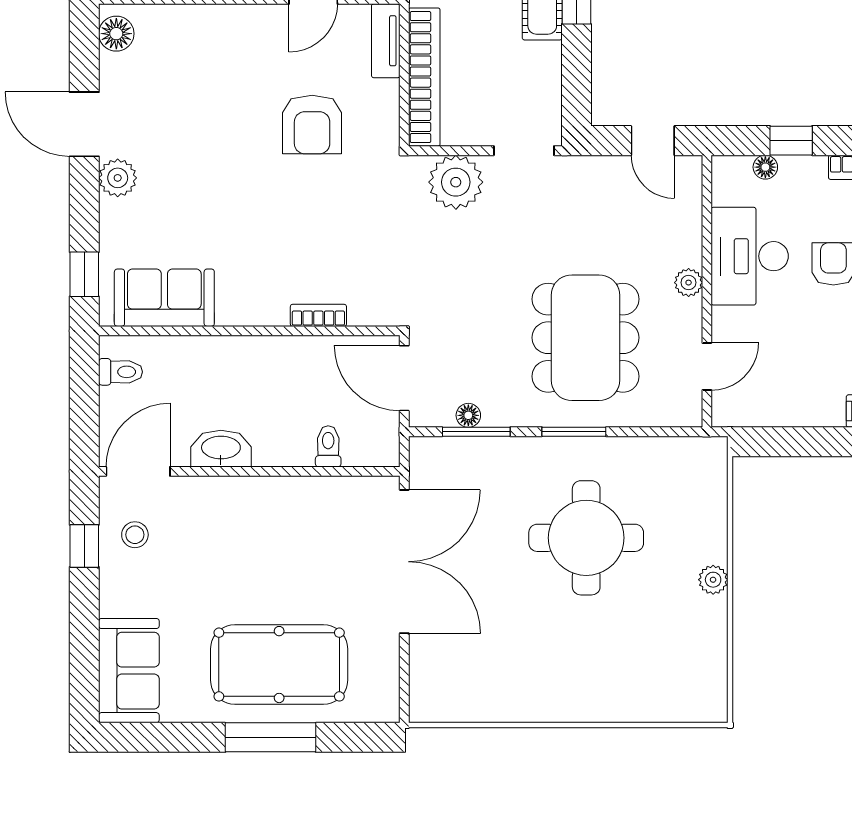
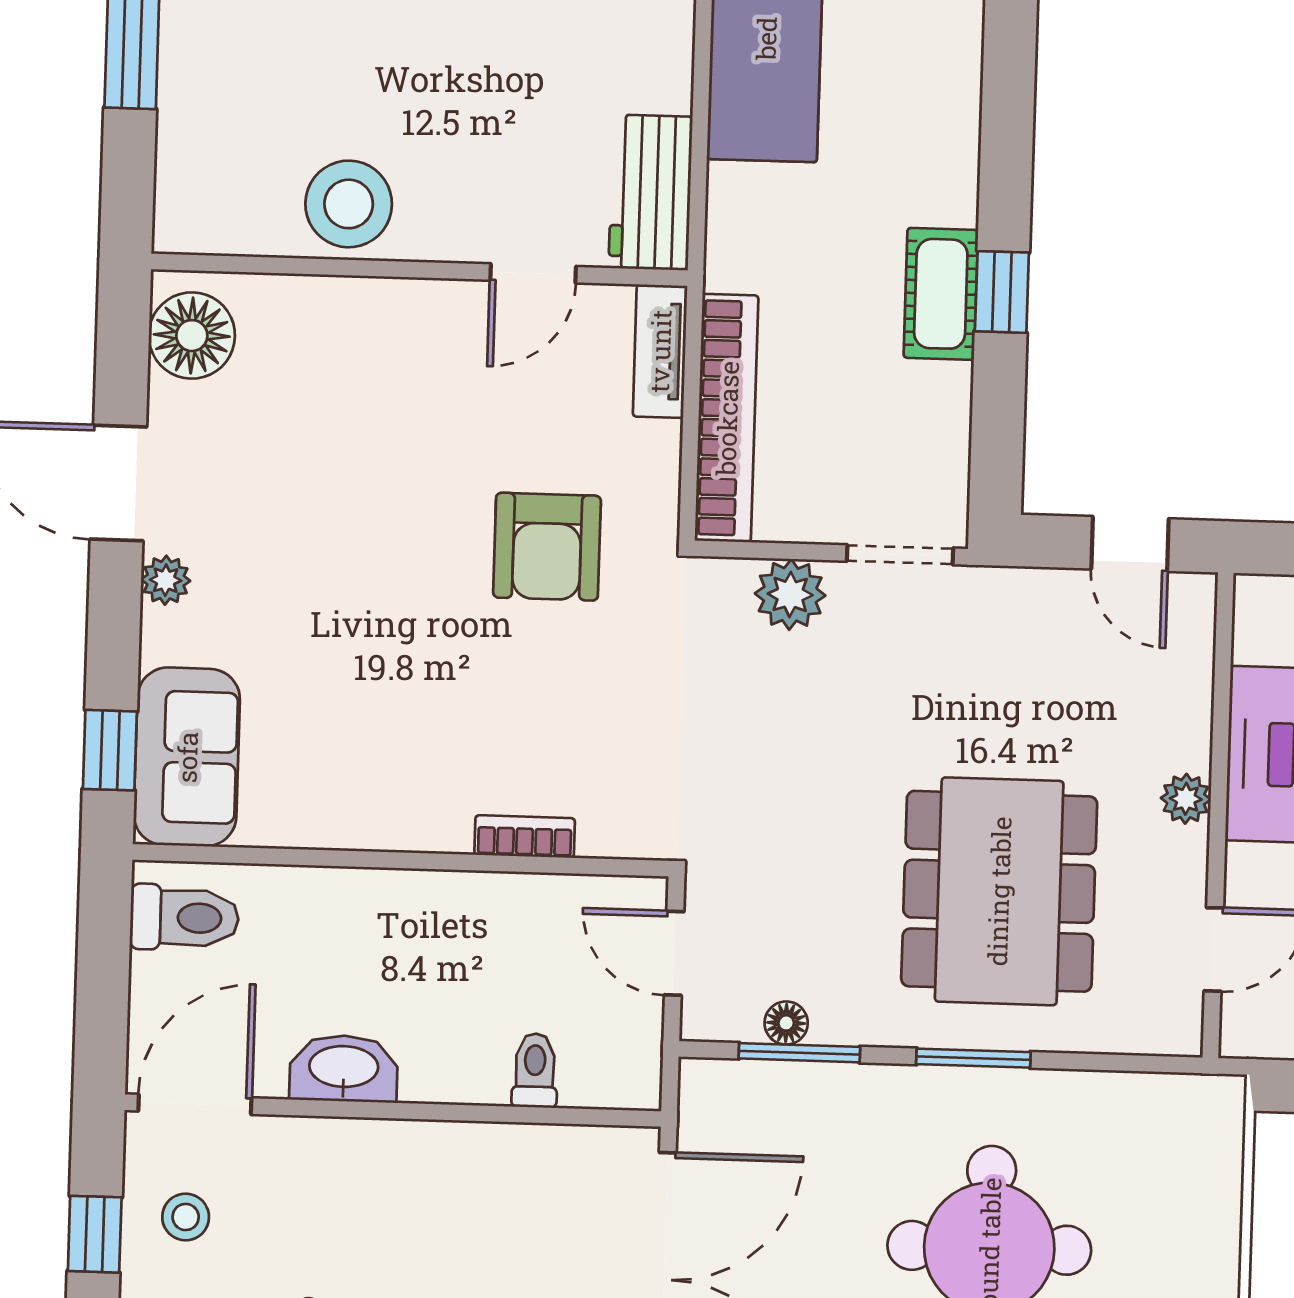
floor lamp: (116, 34) -> (192, 336), width x1.38, depth x1.38
armchair: (312, 125) -> (547, 547), moved
plant: (118, 178) -> (166, 580), width x0.73, depth x0.73
plant: (456, 182) -> (790, 594), width x0.73, depth x0.73
sofa: (164, 298) -> (187, 757), moved, turned 90
toilet: (120, 372) -> (184, 918), width x1.37, depth x1.39
door: (404, 378) -> (674, 953), width x0.73

